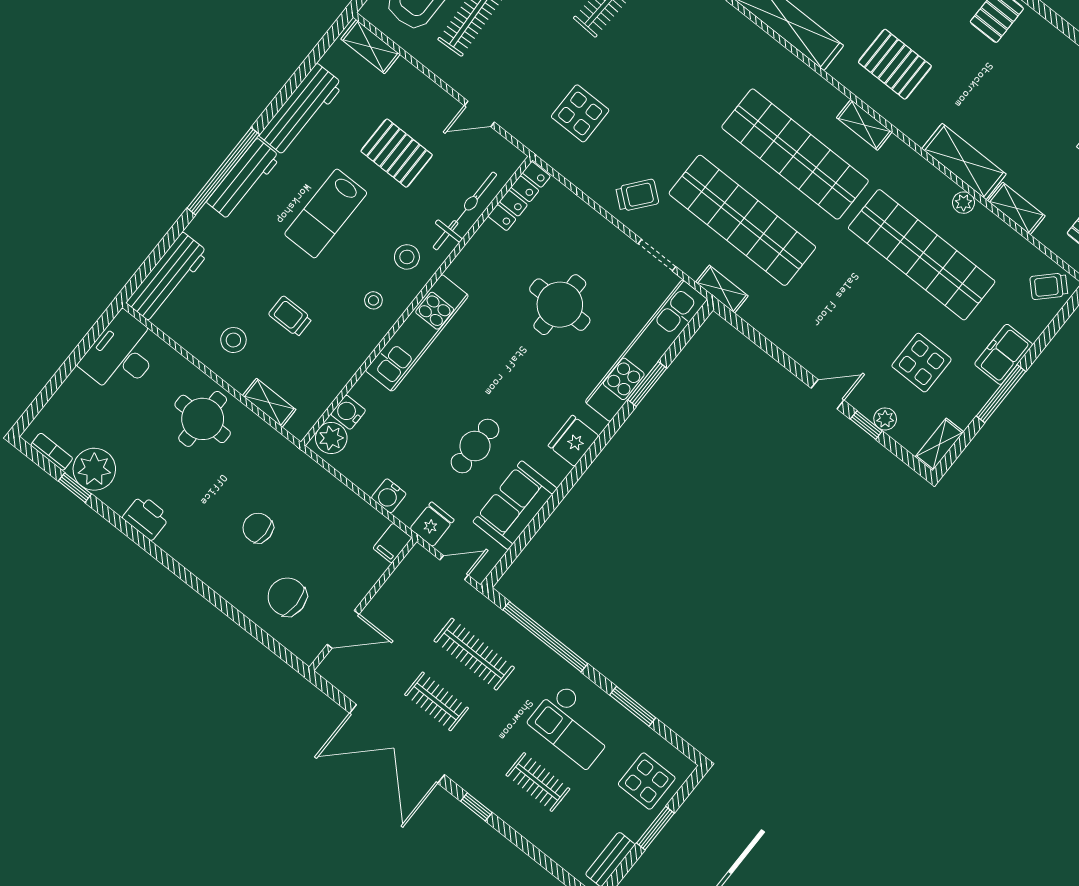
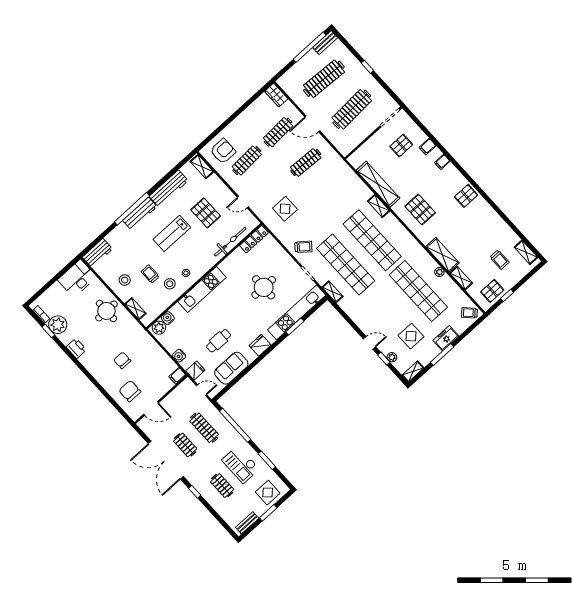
shelving: (864, 125) -> (379, 206), moved
stool: (407, 257) -> (170, 284), moved
workbench: (167, 278) -> (97, 253), width x0.73

